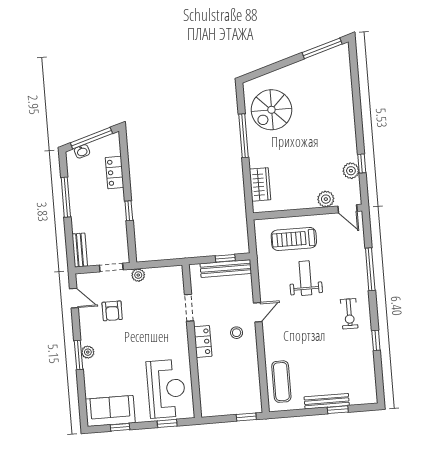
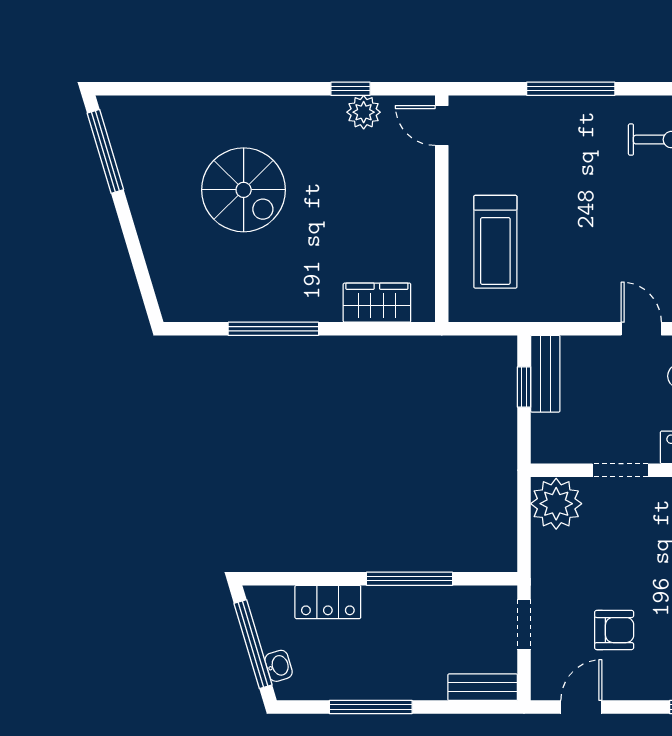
spiral stairs: (271, 110) -> (244, 190), moved
plant: (326, 199) -> (418, 169), removed
door: (348, 209) -> (442, 126), swing flipped
window: (129, 211) -> (409, 579), width x2.17
bench: (226, 269) -> (545, 374), width x0.73
plant: (138, 275) -> (556, 504), moved, width x1.87, depth x1.87
weight bench: (305, 278) -> (578, 224), removed

